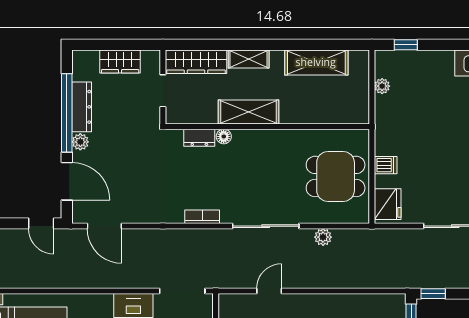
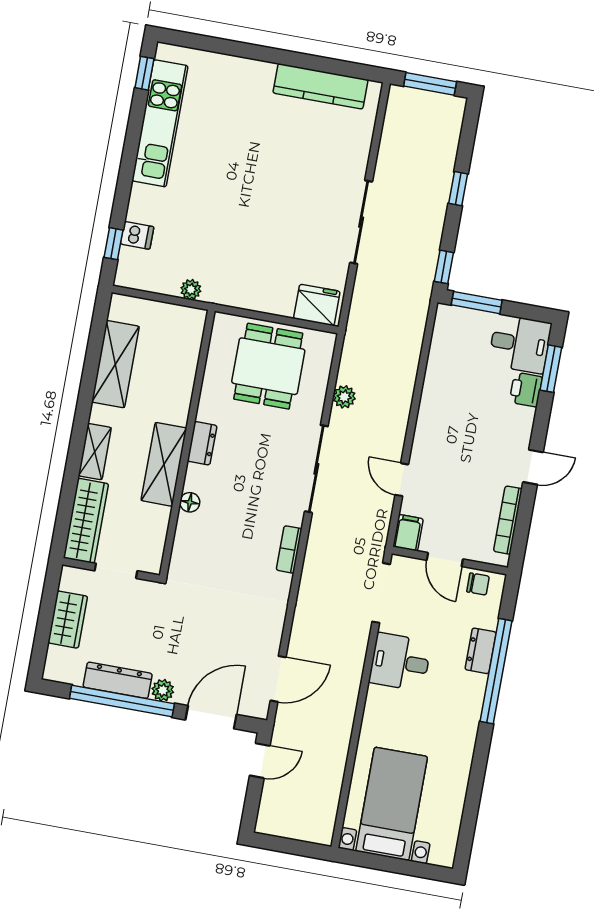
plant: (382, 86) -> (191, 290), moved
dresser: (199, 138) -> (202, 443), moved
dishwasher: (386, 165) -> (137, 235), moved, turned 90
filing cabinet: (231, 303) -> (408, 533), added

